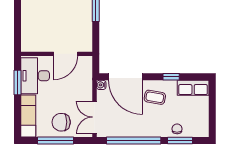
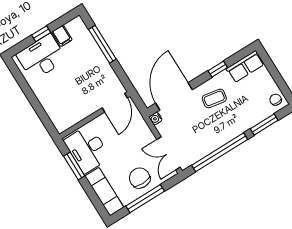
door: (66, 54) -> (115, 103), moved
door: (125, 77) -> (174, 96), swing flipped
chair: (61, 122) -> (140, 178), turned 90
chair: (177, 129) -> (276, 100), moved

